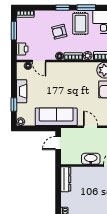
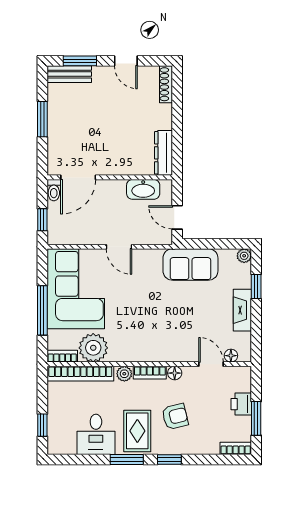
printer: (22, 49) -> (241, 404), moved
sofa: (56, 117) -> (190, 264), width x0.73
door: (58, 143) -> (177, 217), swing flipped
washbasin: (91, 159) -> (143, 189), moved

